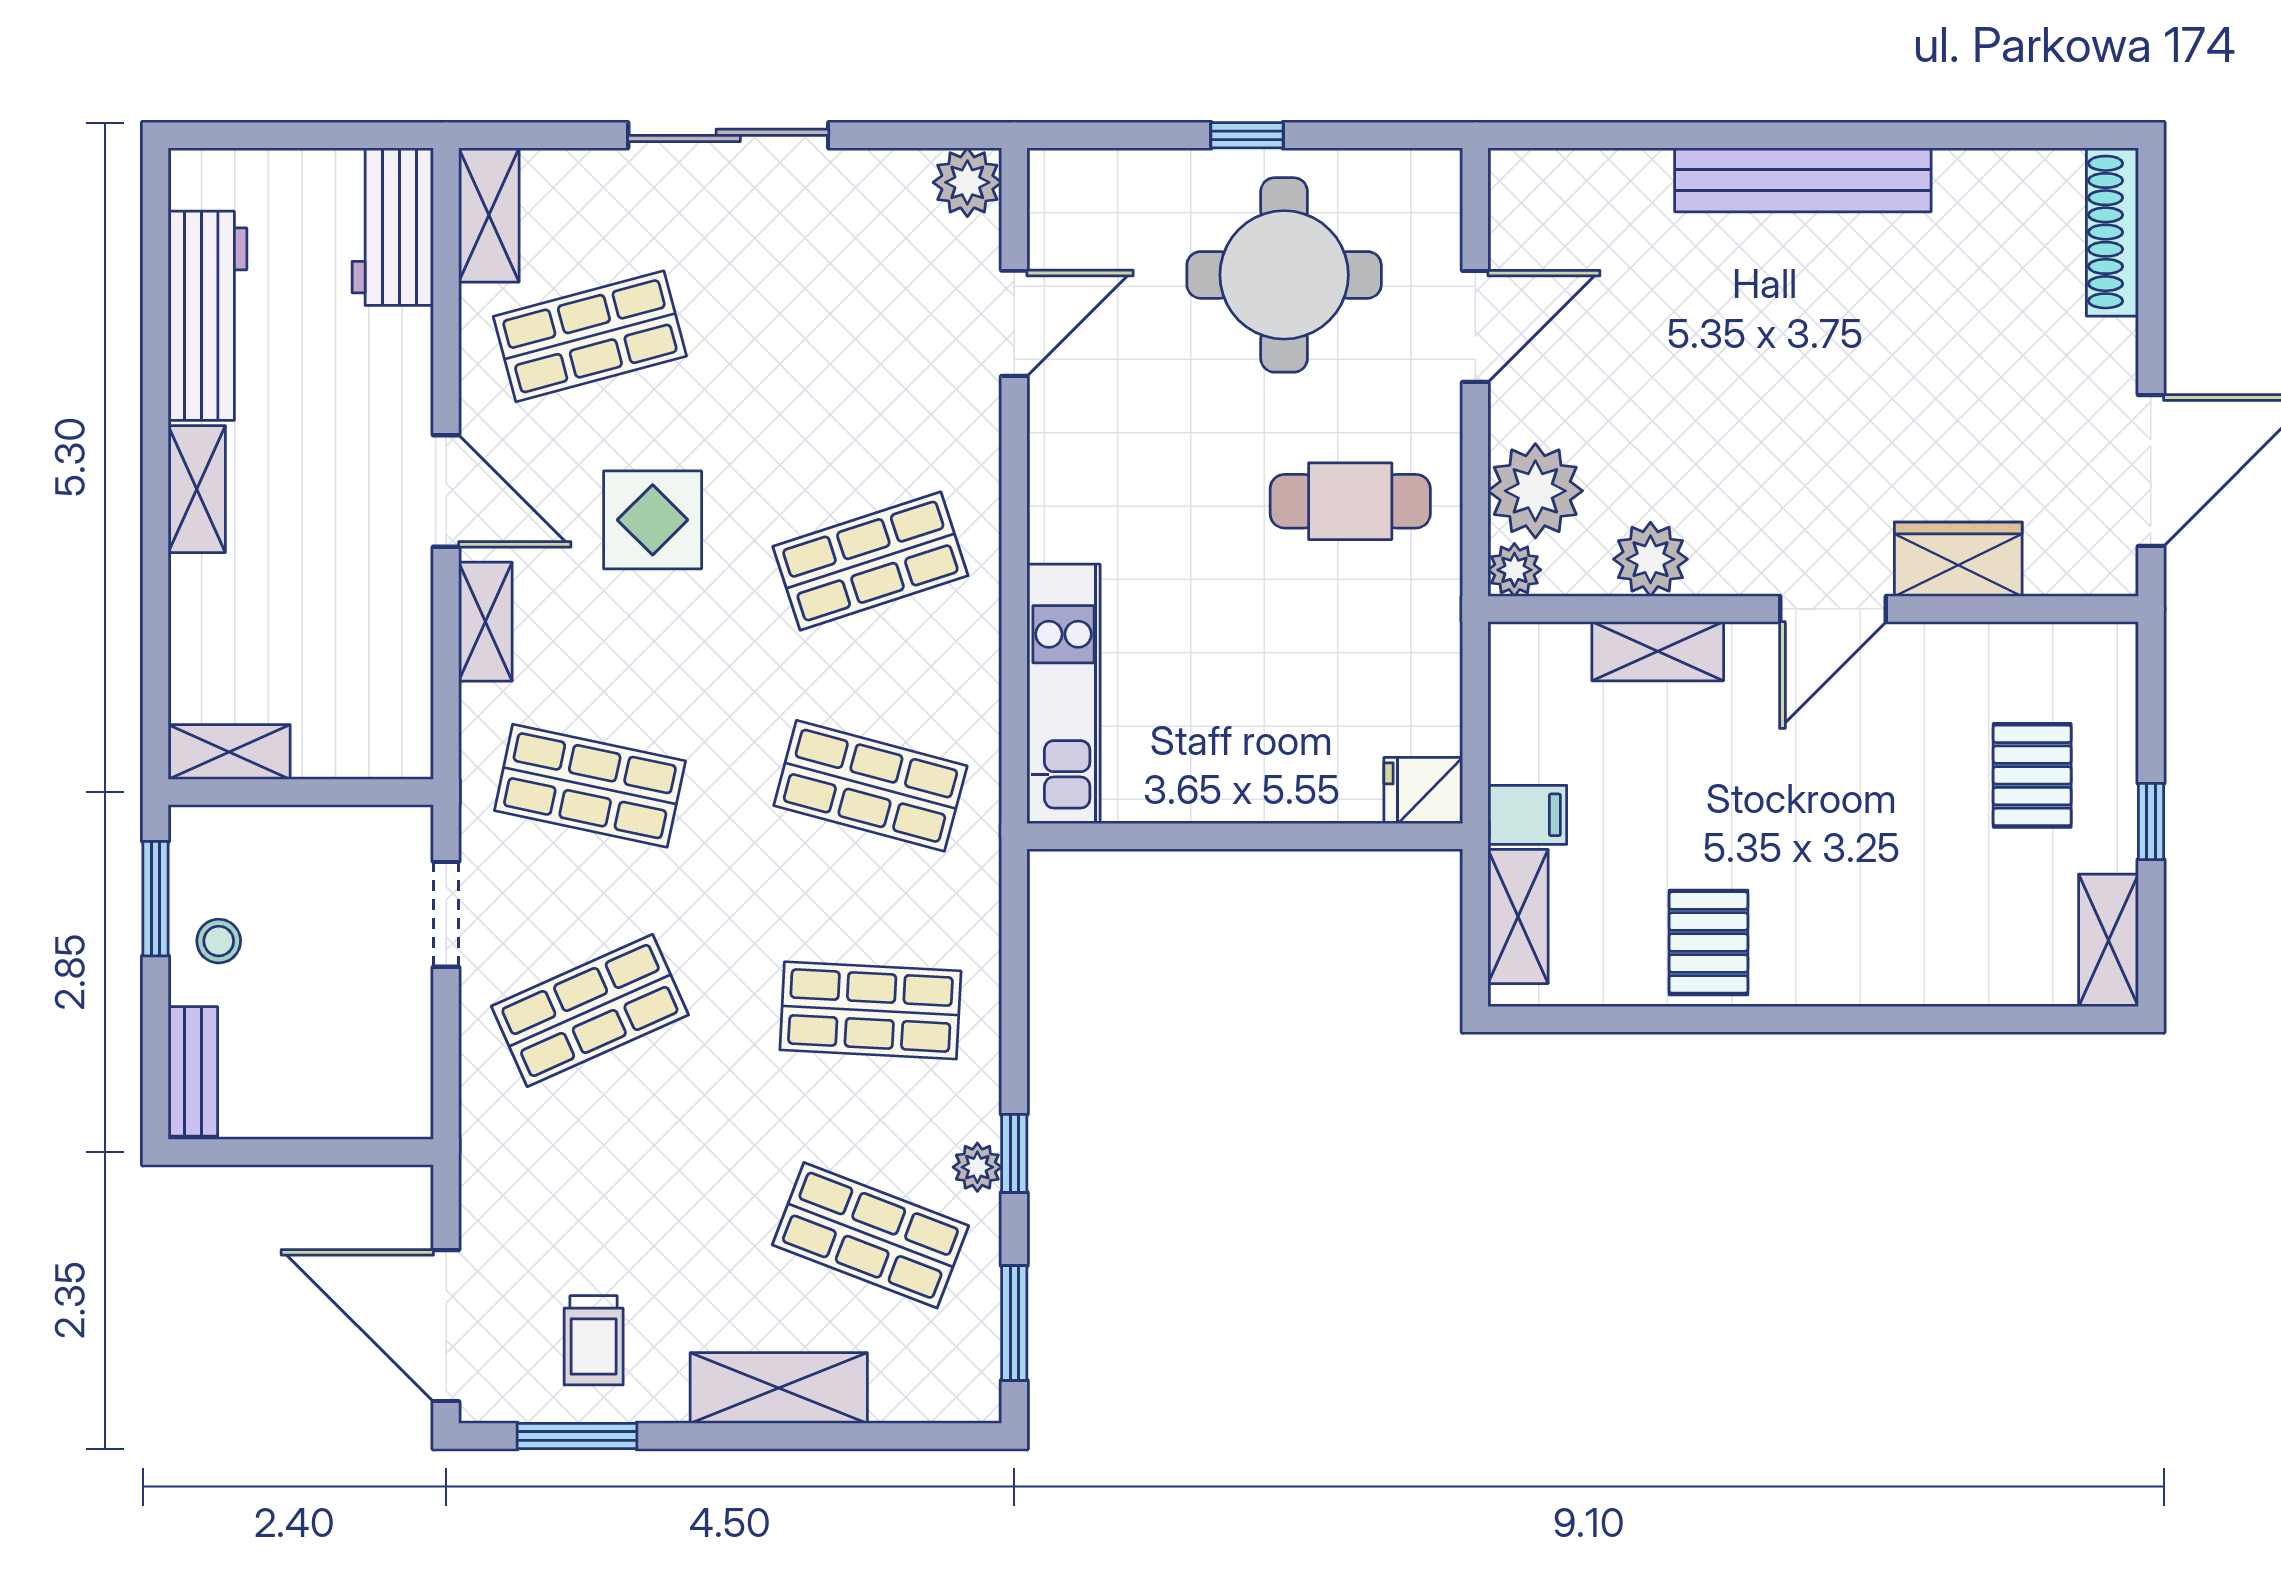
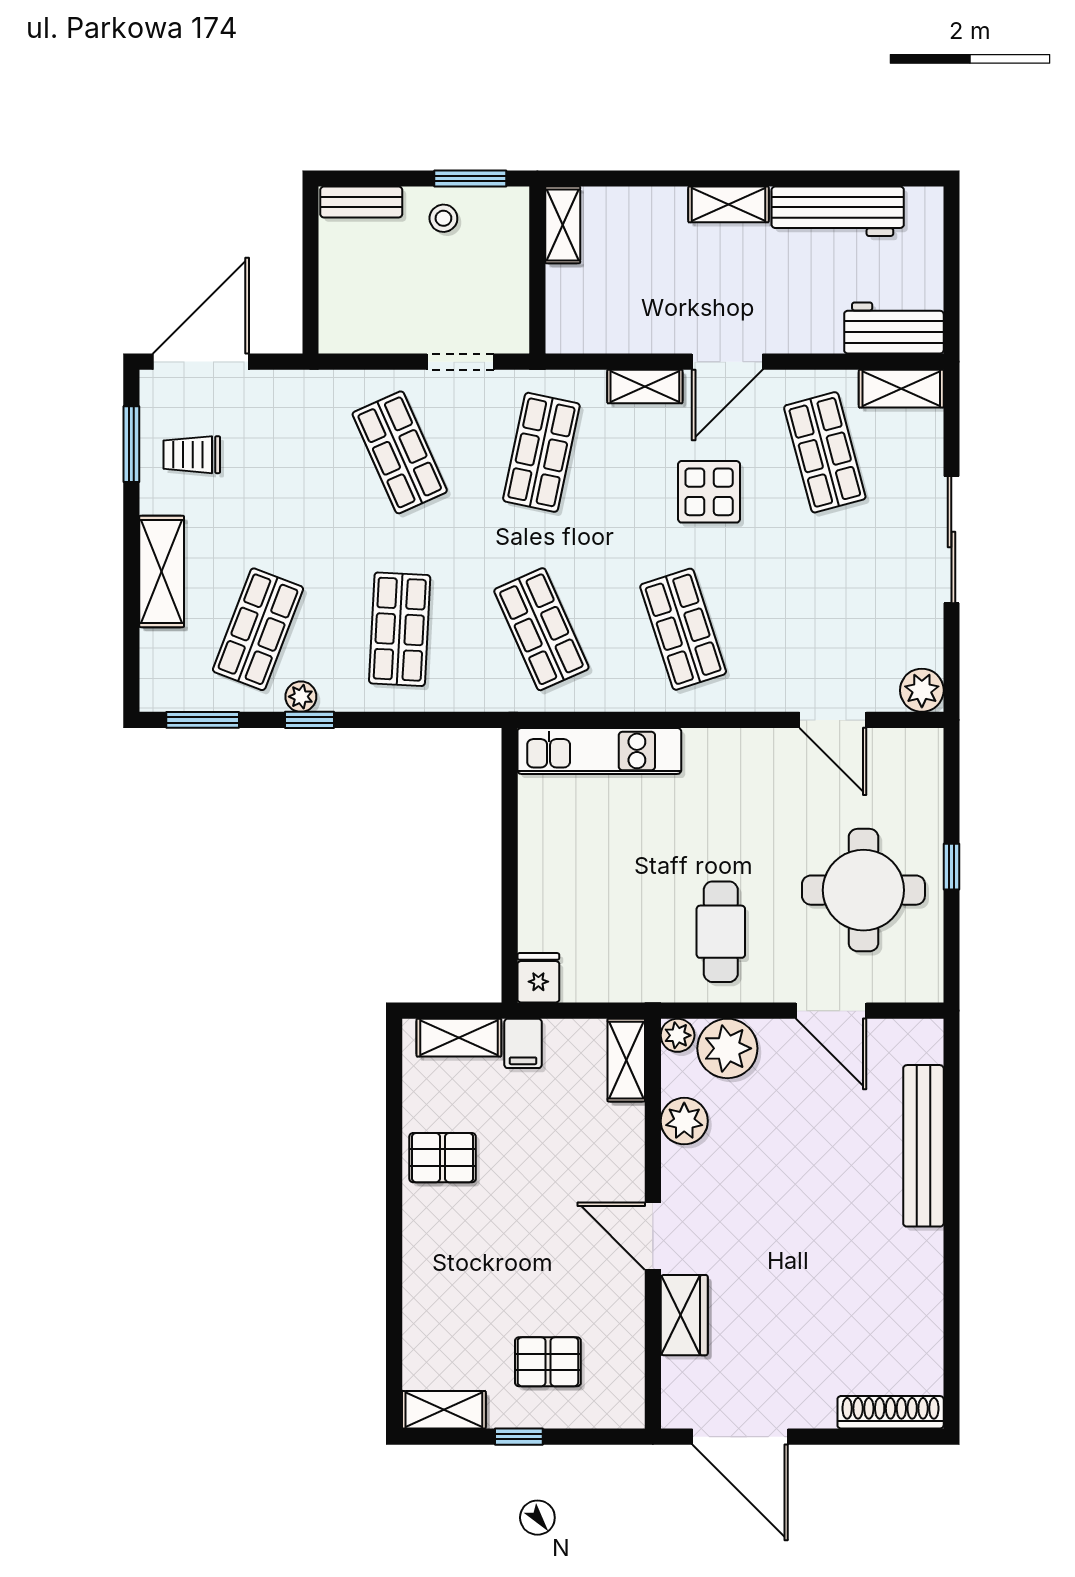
bench: (1803, 180) -> (923, 1146), moved
shelving: (1658, 651) -> (626, 1060), moved
shop shelf: (870, 786) -> (541, 629), turned -39

